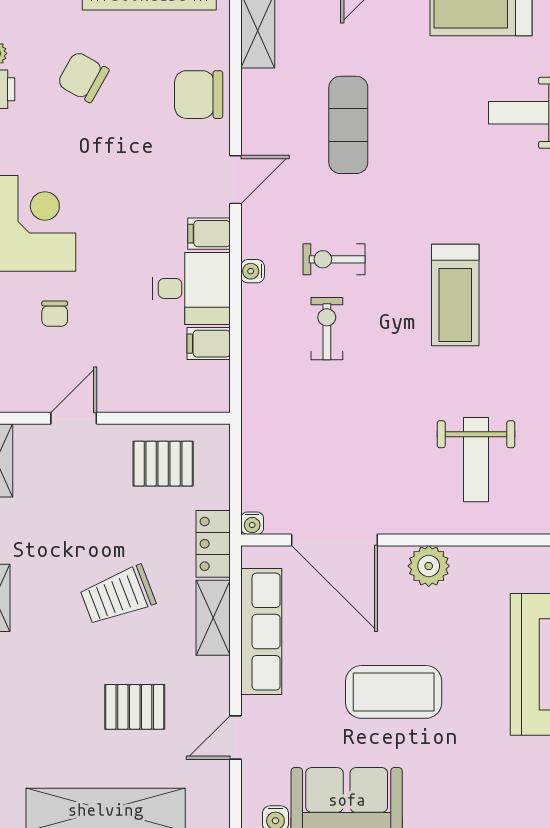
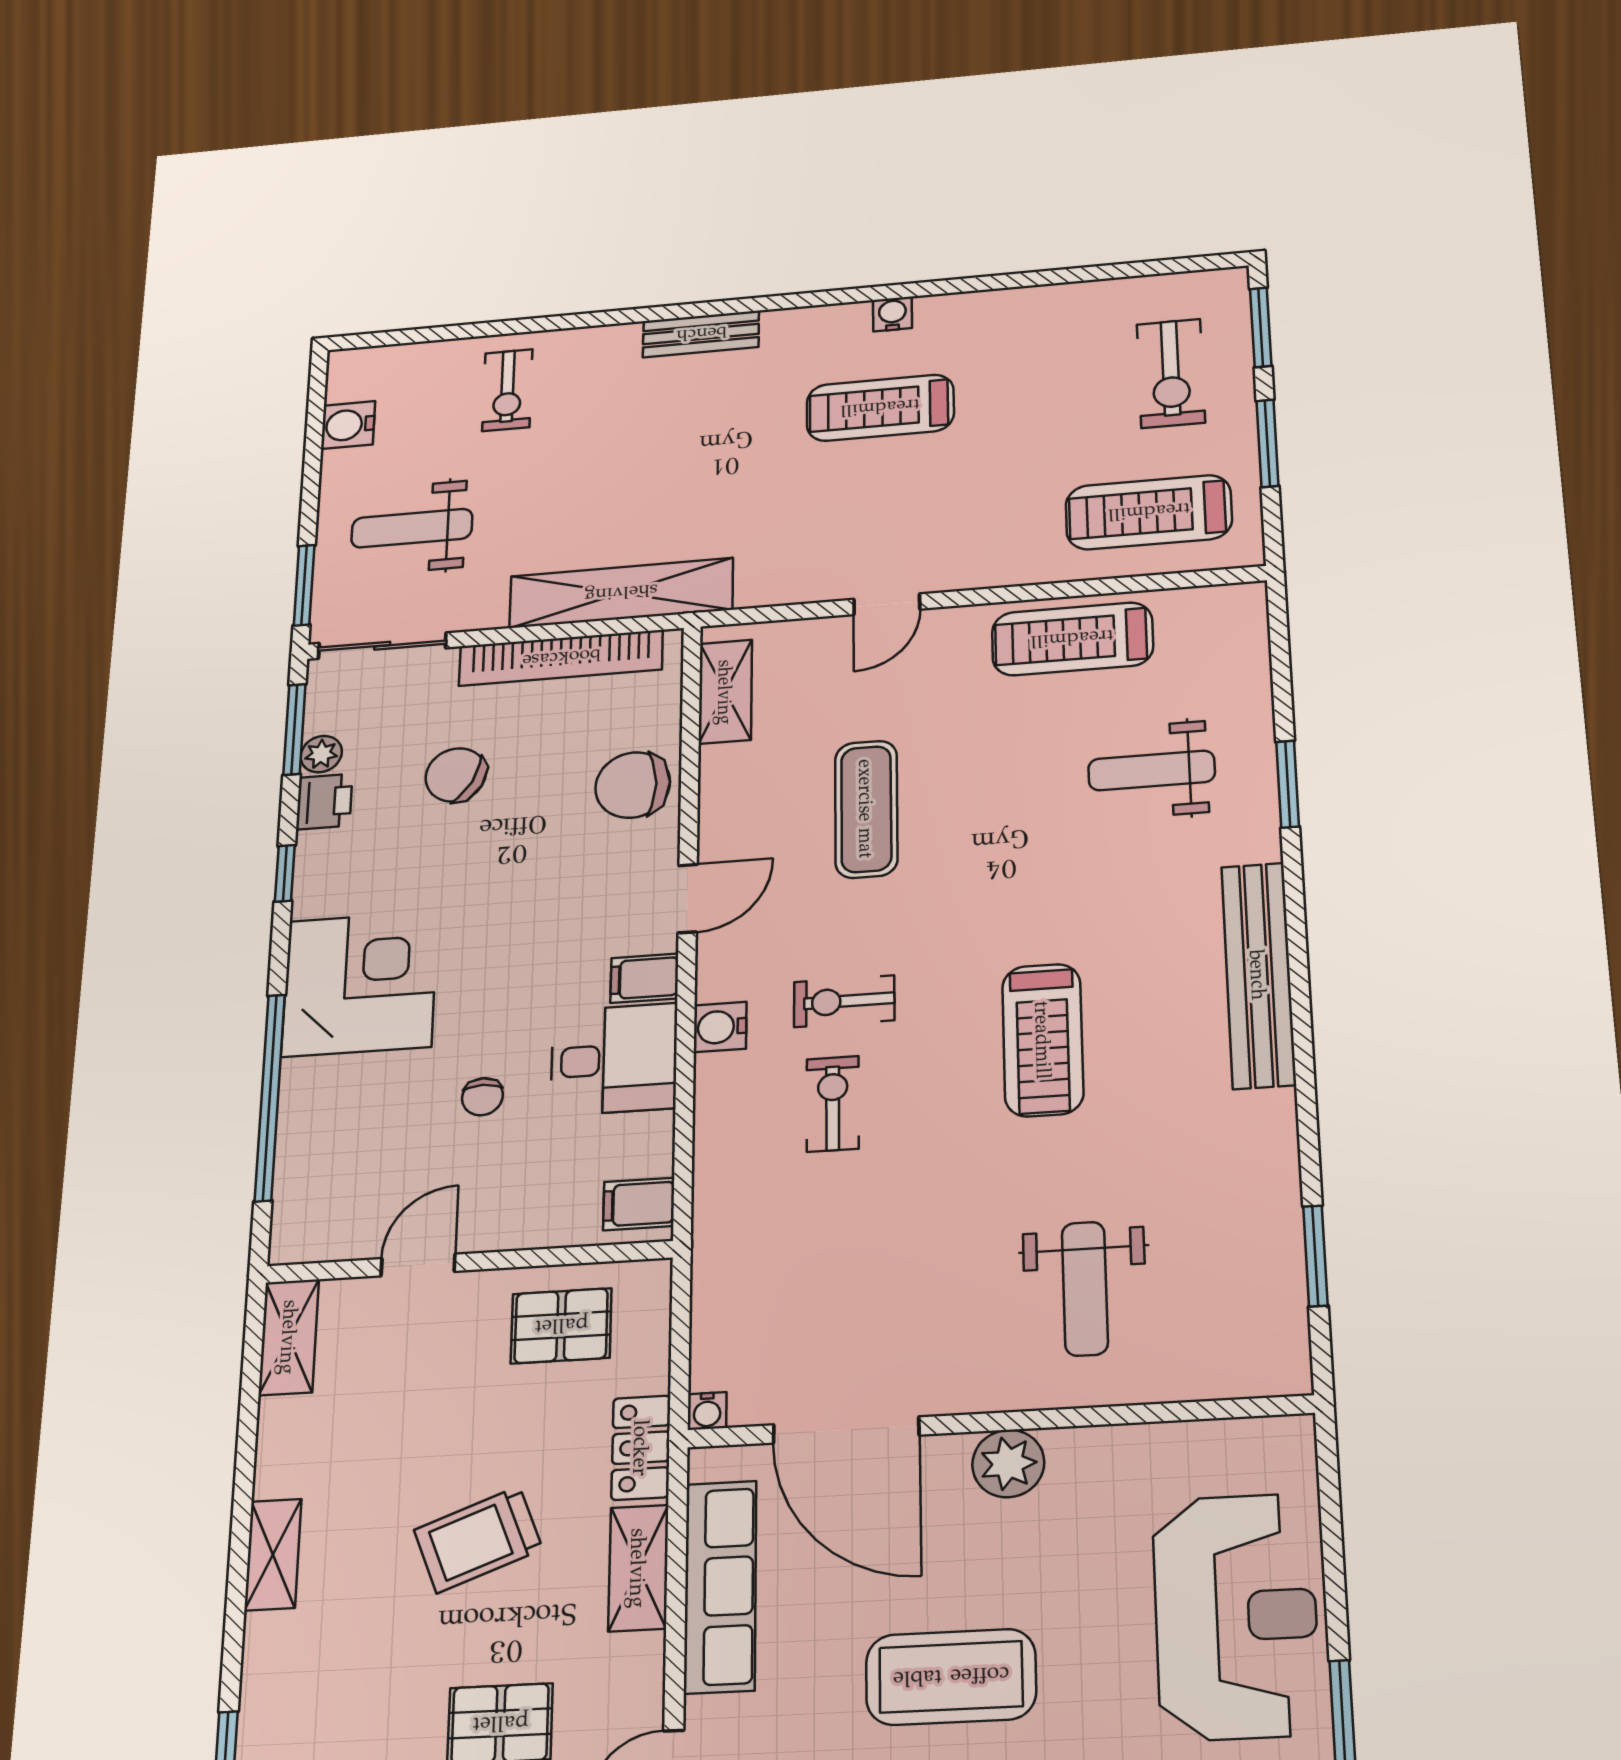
water cooler: (253, 271) -> (720, 1027), width x1.38, depth x1.38
chair: (55, 314) -> (482, 1097), moved
filing cabinet: (209, 344) -> (639, 1204), moved

